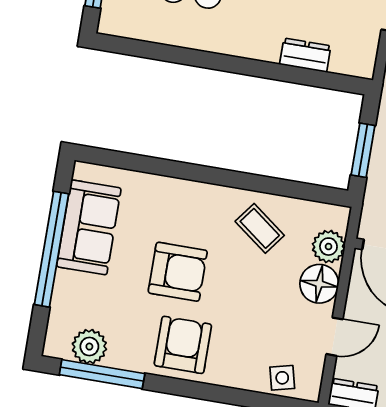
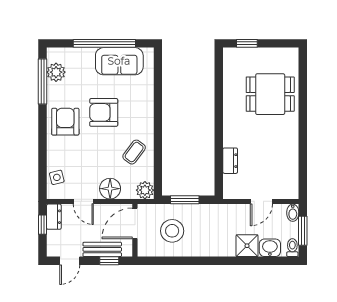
plant: (329, 247) -> (145, 190), moved
armchair: (178, 272) -> (104, 112), turned 90
armchair: (183, 345) -> (65, 122), turned -90

